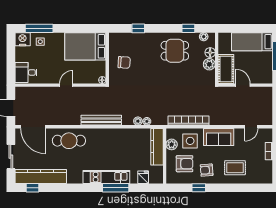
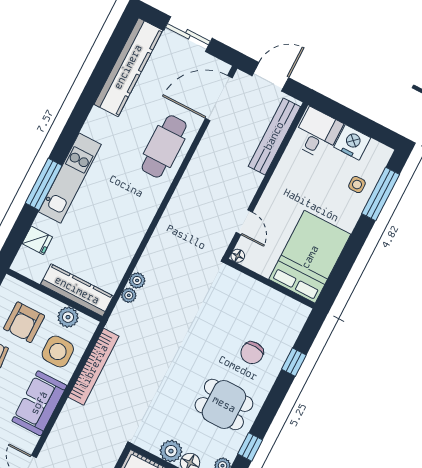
nightstand: (23, 39) -> (352, 142), moved, turned -90
dining table: (175, 51) -> (224, 404), turned 90
chair: (124, 62) -> (252, 353), moved
door: (66, 85) -> (244, 222), moved
bench: (101, 120) -> (274, 136), moved
window: (32, 188) -> (116, 44), removed

